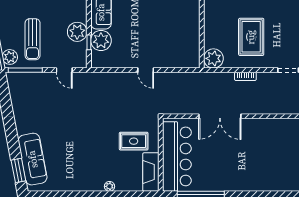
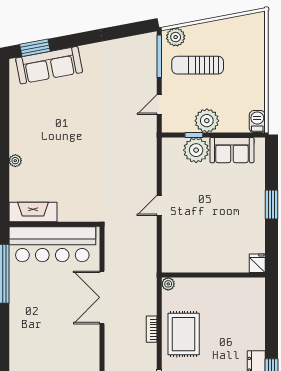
rug: (251, 37) -> (184, 334), moved, turned 90
plant: (213, 58) -> (168, 284), width x0.53, depth x0.53
rug: (134, 141) -> (71, 191), removed

